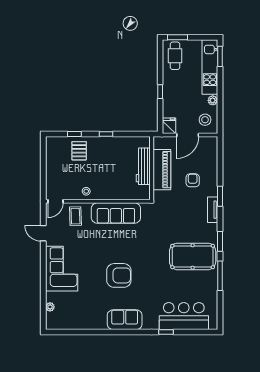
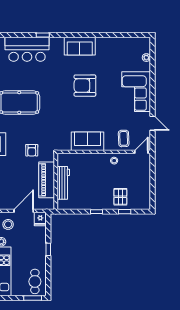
armchair: (193, 180) -> (32, 150), moved
sofa: (116, 213) -> (88, 141), width x0.73

